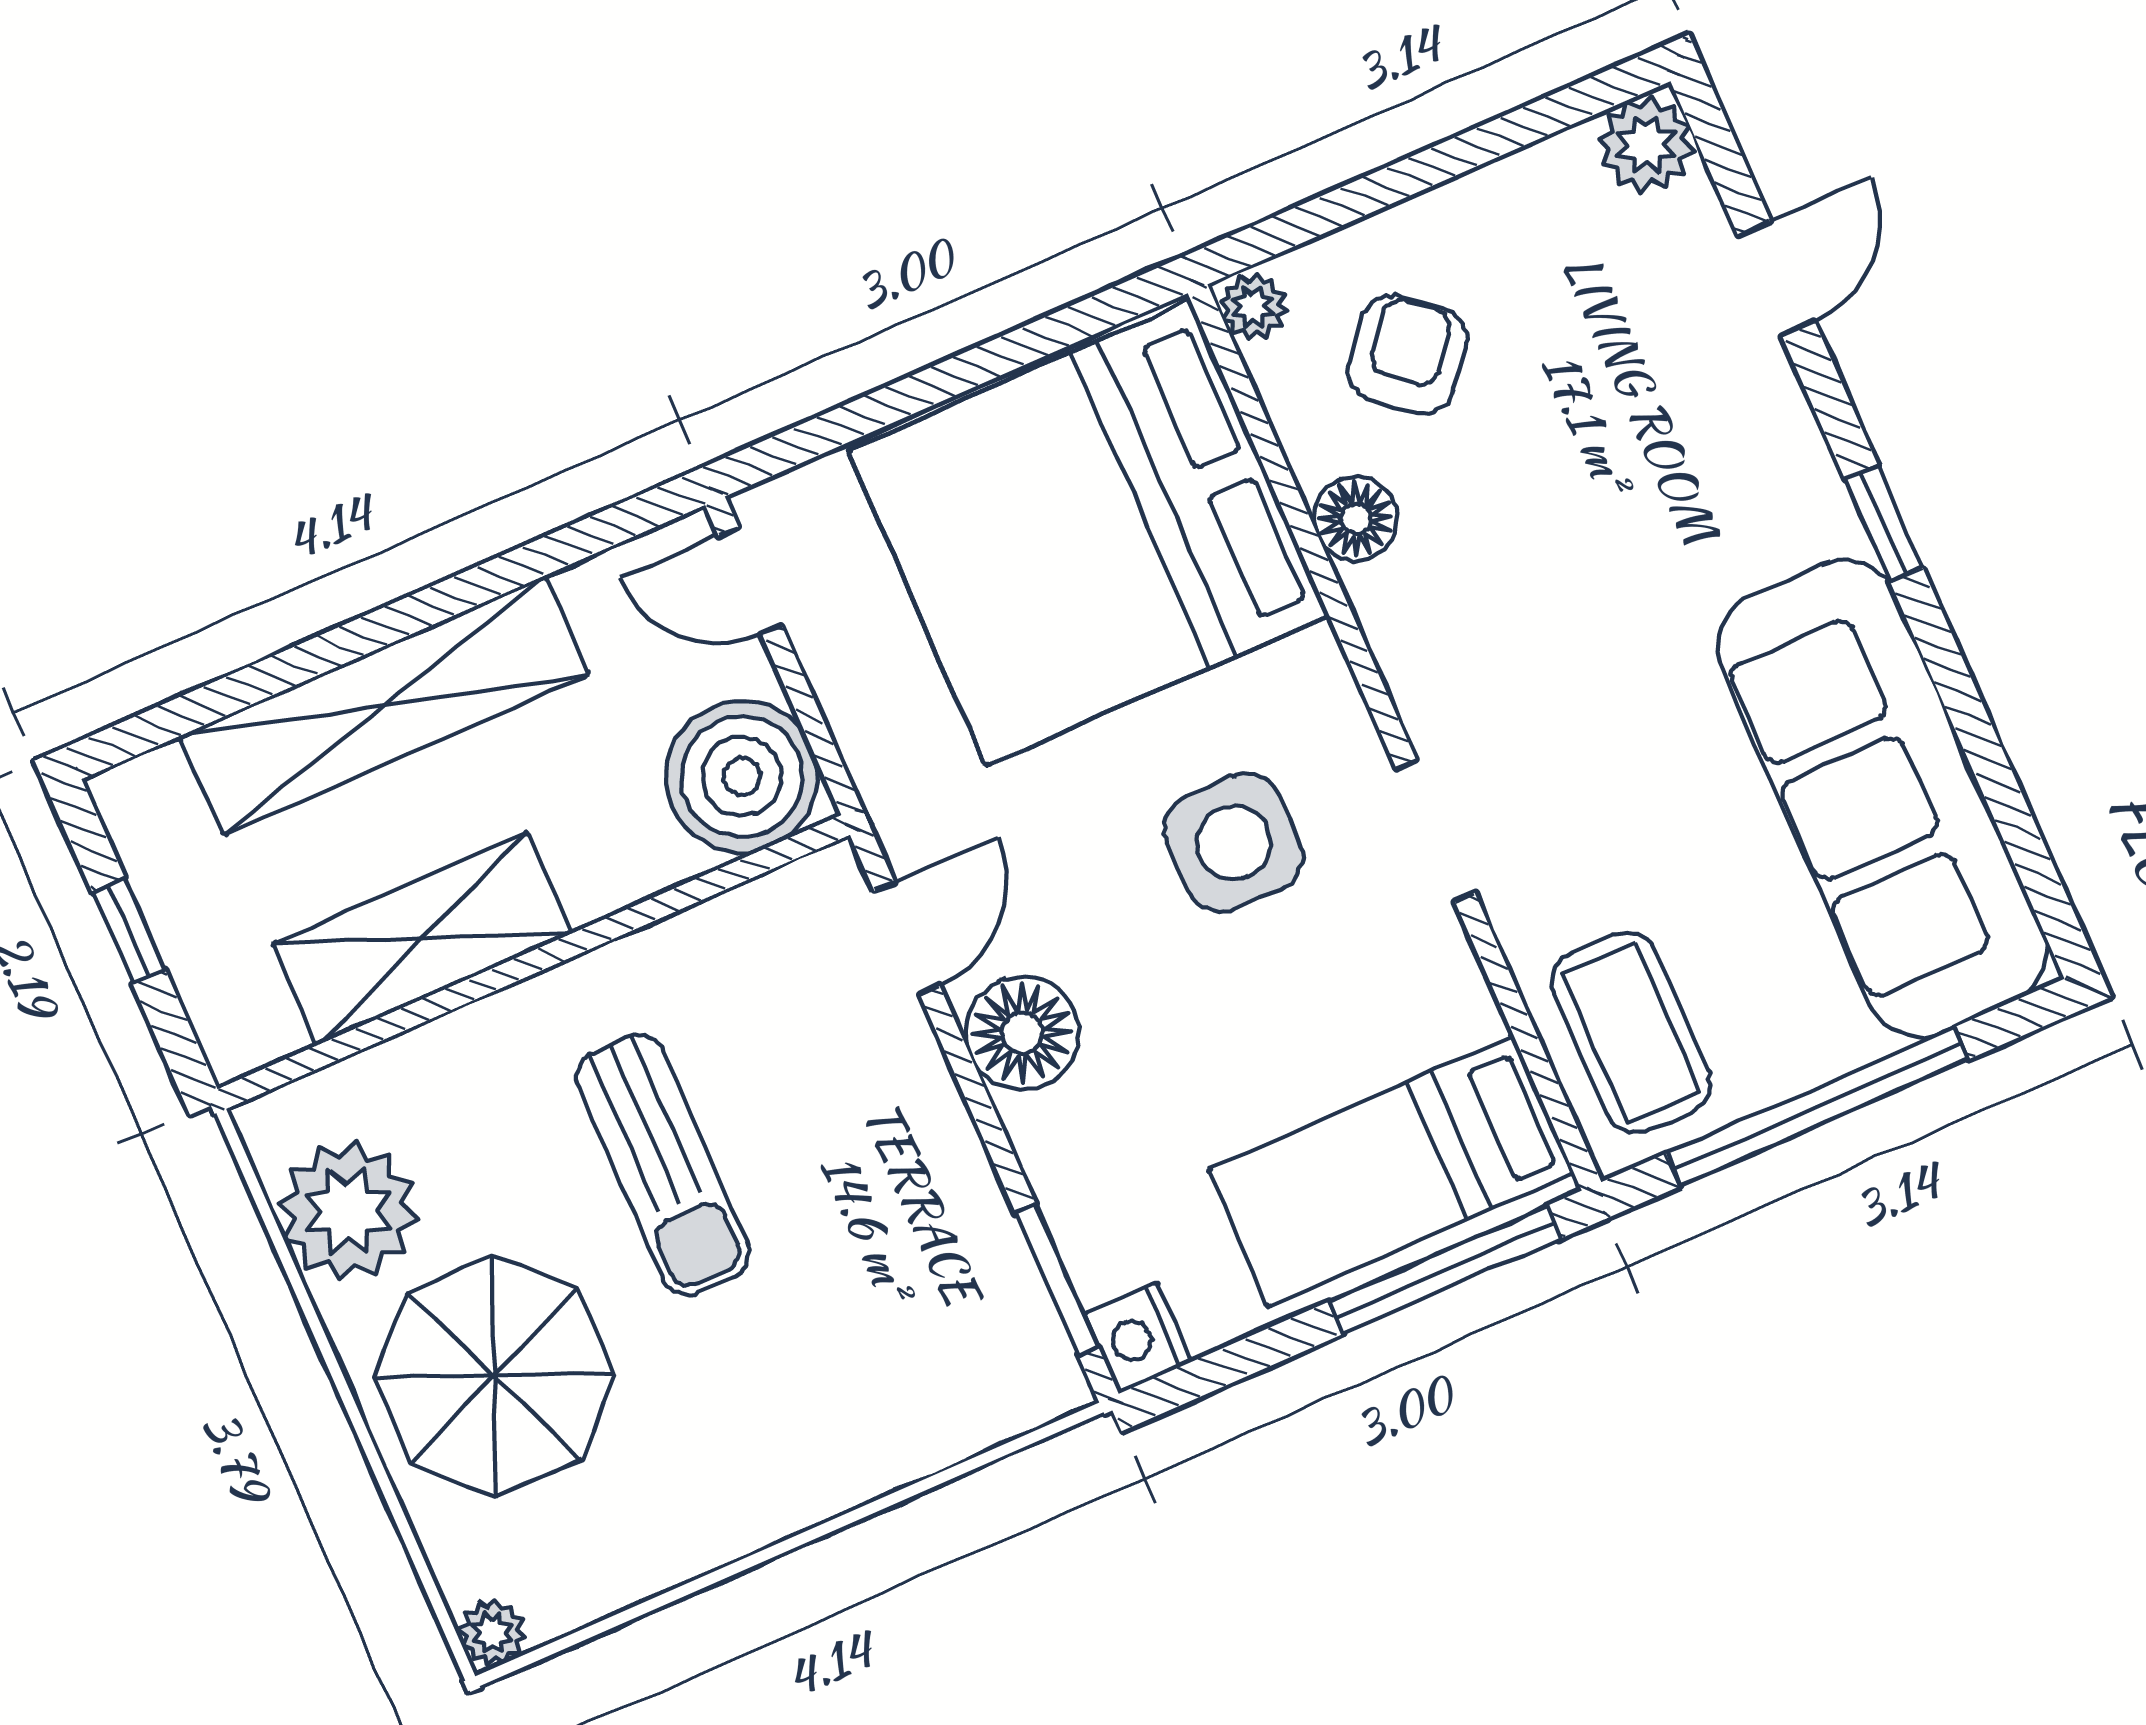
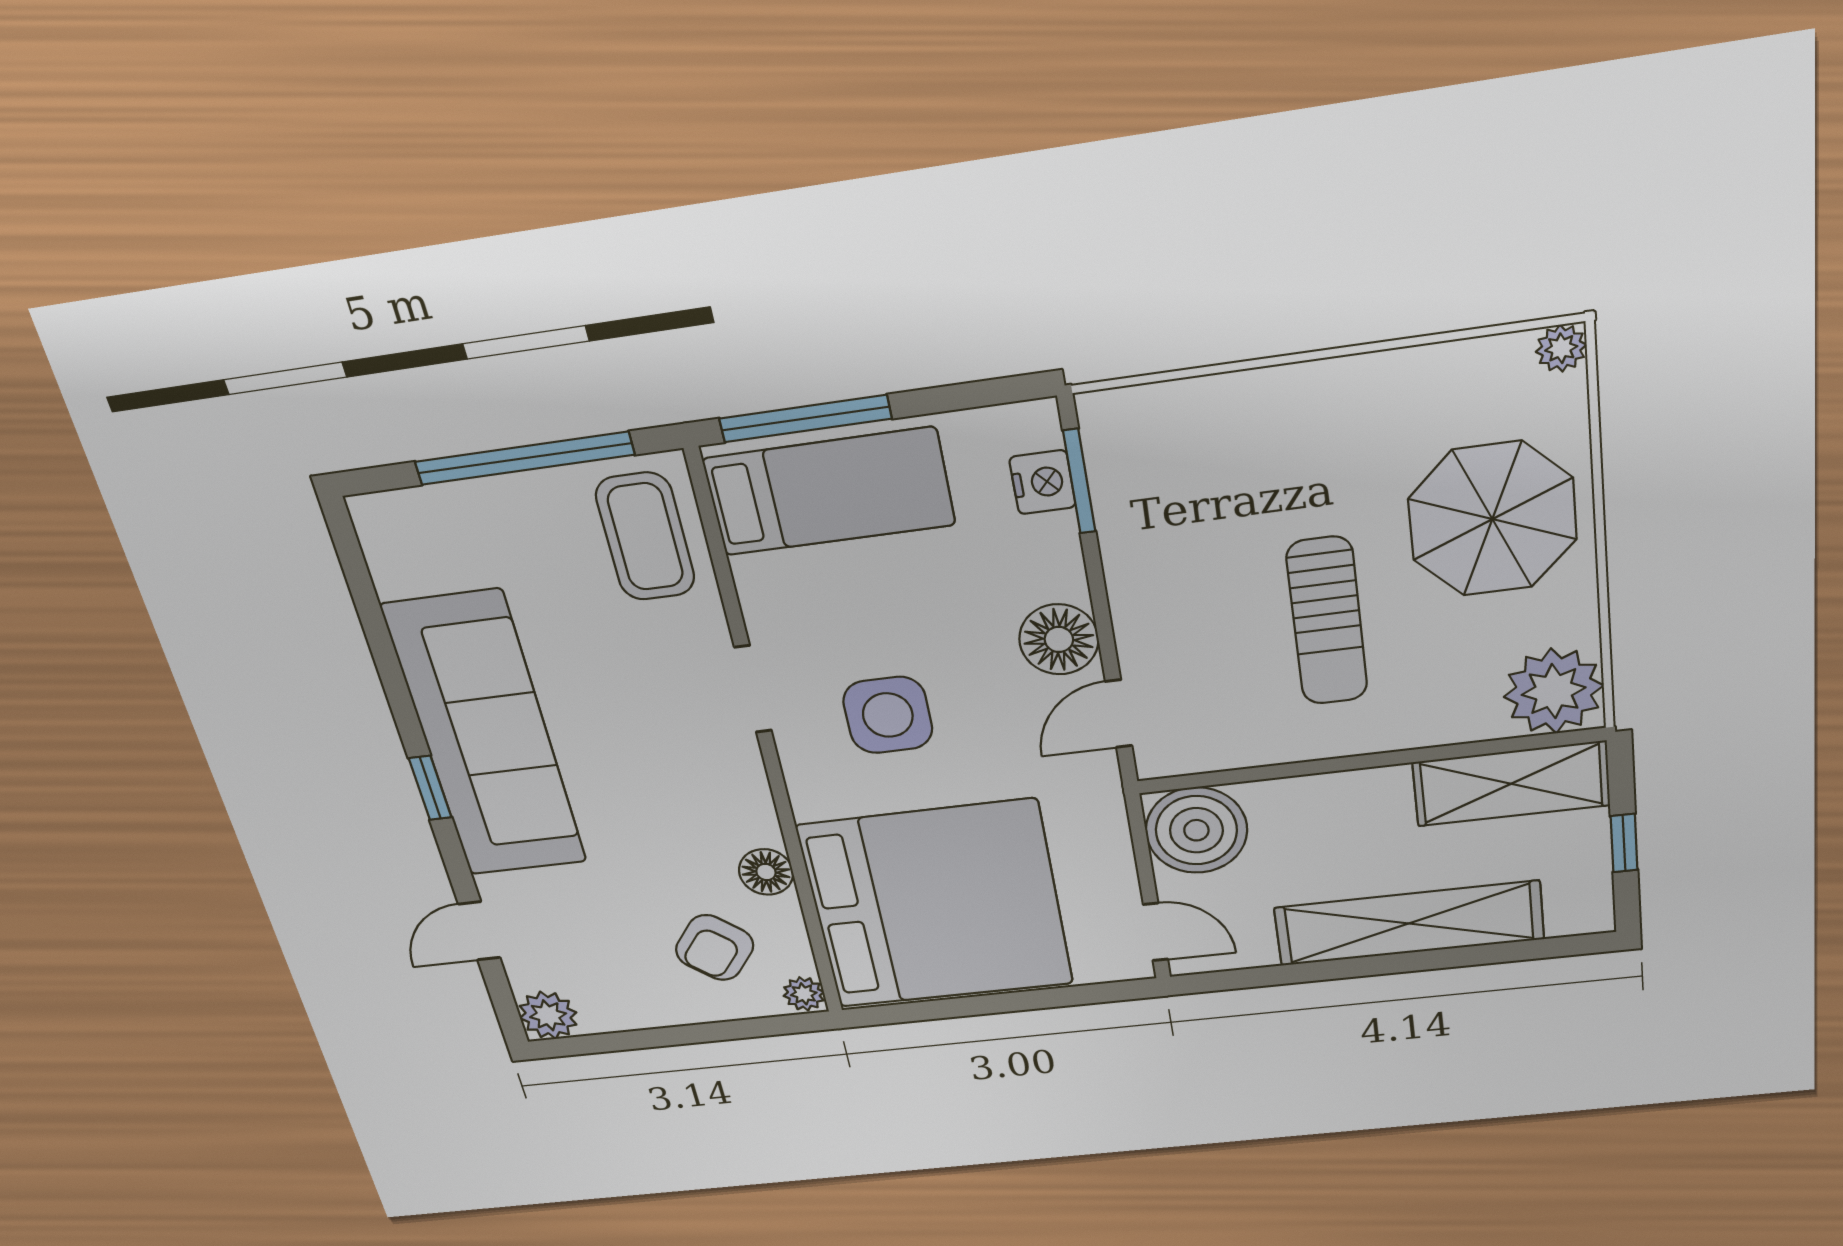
sofa: (1882, 799) -> (486, 736), moved
shelving: (423, 938) -> (1511, 784), moved
sun lounger: (663, 1165) -> (1327, 621), turned 180
plant: (348, 1211) -> (1554, 691), moved
nightstand: (1138, 1338) -> (1042, 482), moved

